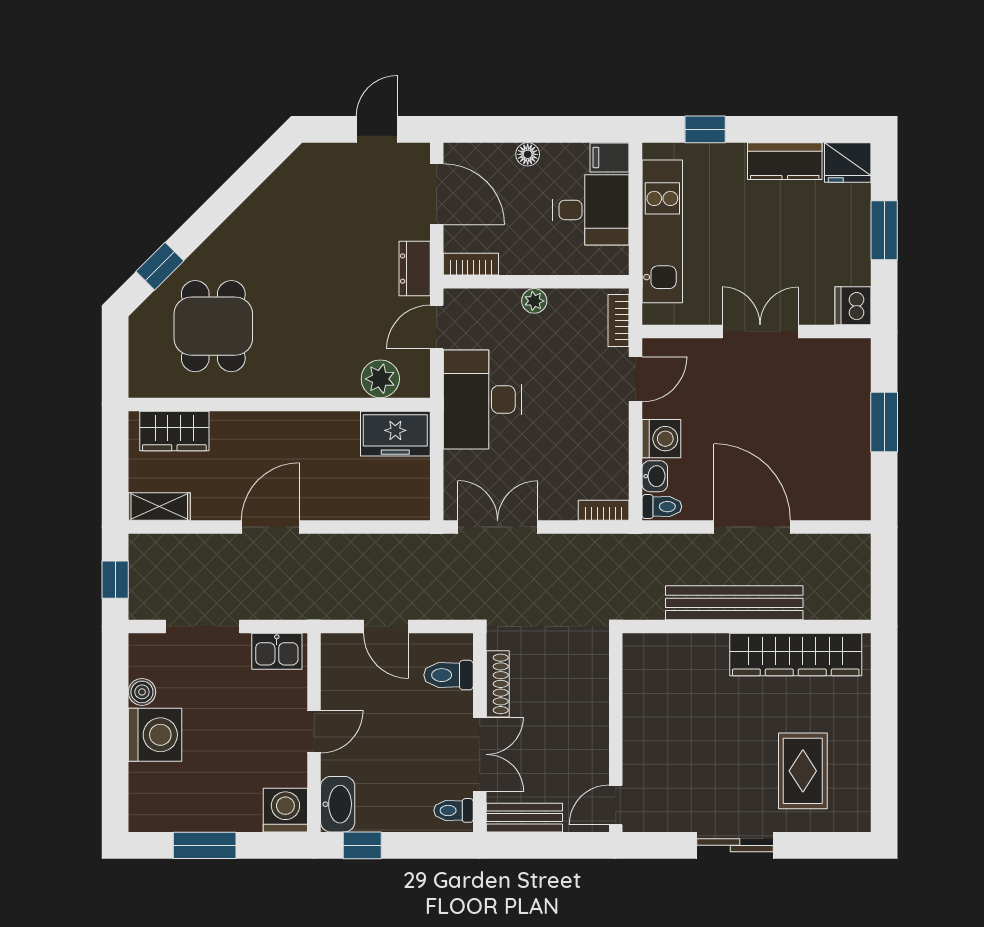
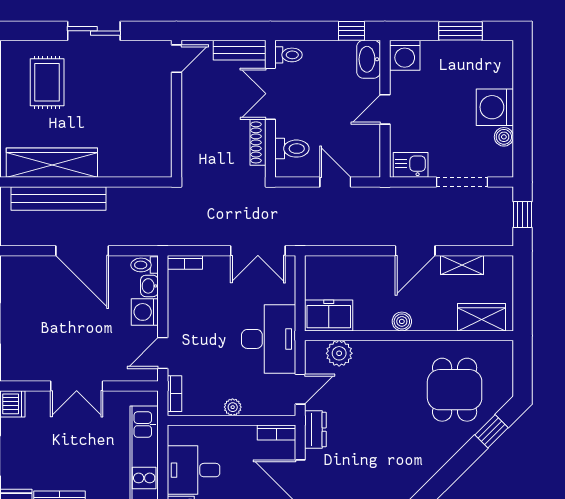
boiler: (290, 425) -> (402, 321), added
shelving: (159, 507) -> (462, 265), moved
bench: (734, 603) -> (59, 198), moved

